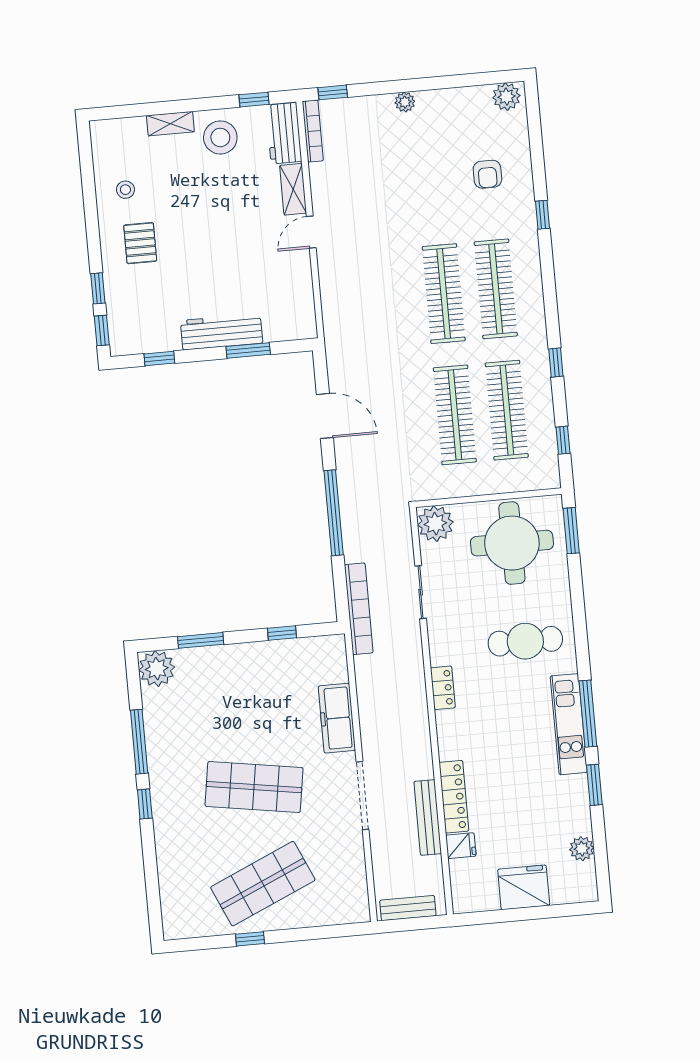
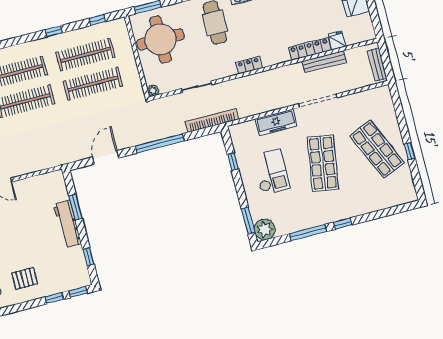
plant: (435, 524) -> (153, 91), width x0.53, depth x0.53
window: (201, 640) -> (248, 221), moved
checkout: (254, 696) -> (271, 172), added

